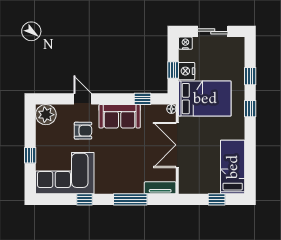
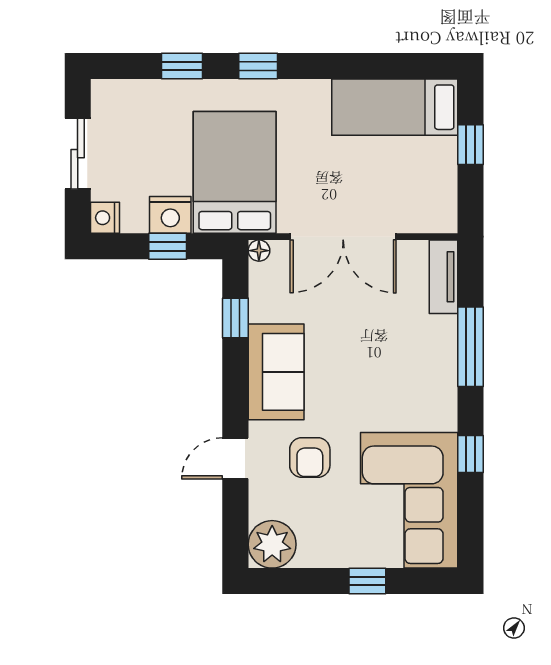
armchair: (83, 131) -> (310, 458), turned 180

